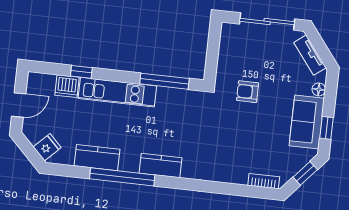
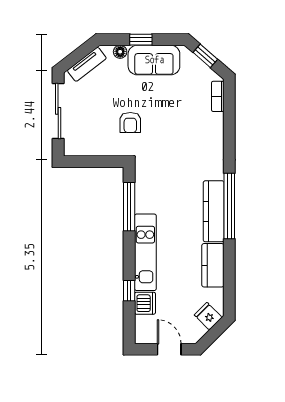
window: (327, 128) -> (141, 40), moved
kitchen counter: (160, 165) -> (214, 211), width x1.50
window: (122, 177) -> (229, 206), moved

